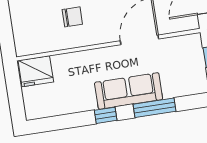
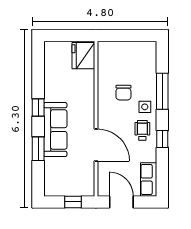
window: (155, 108) -> (38, 149), width x0.69

